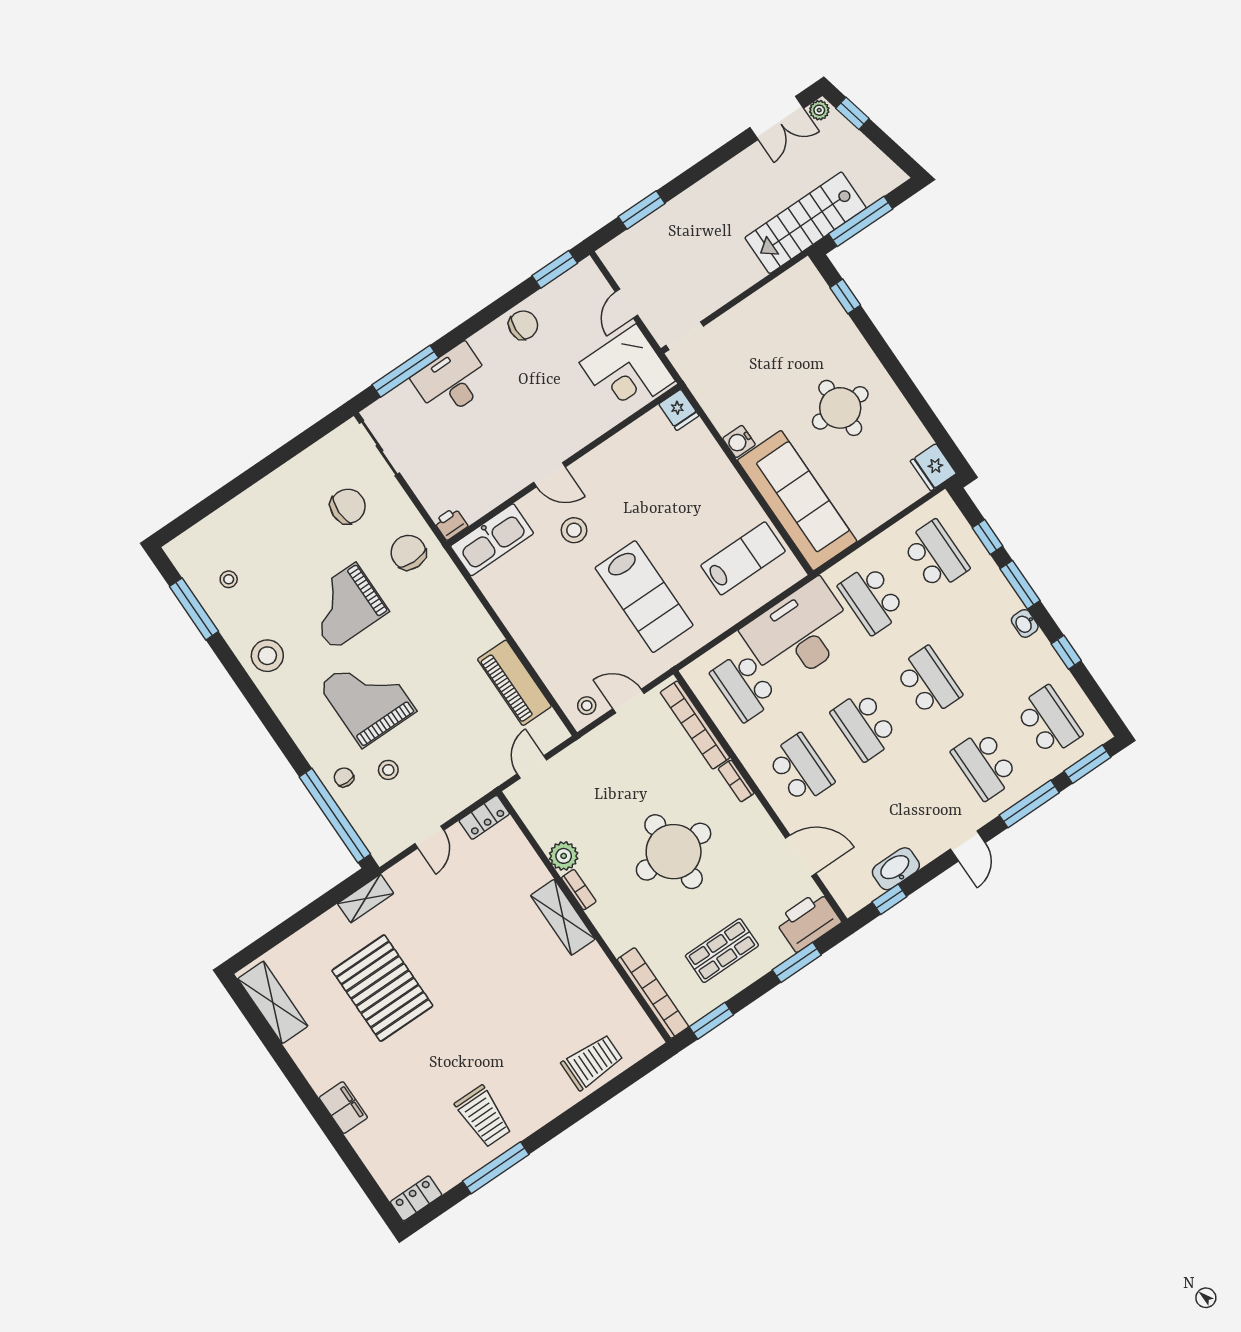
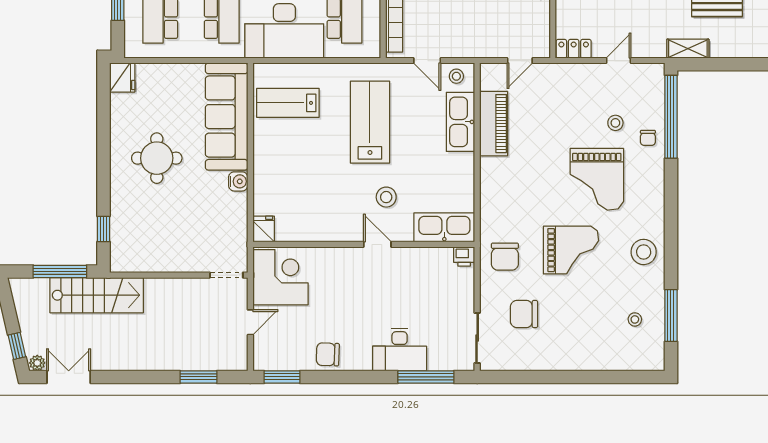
kitchen sink: (550, 661) -> (461, 122), added

